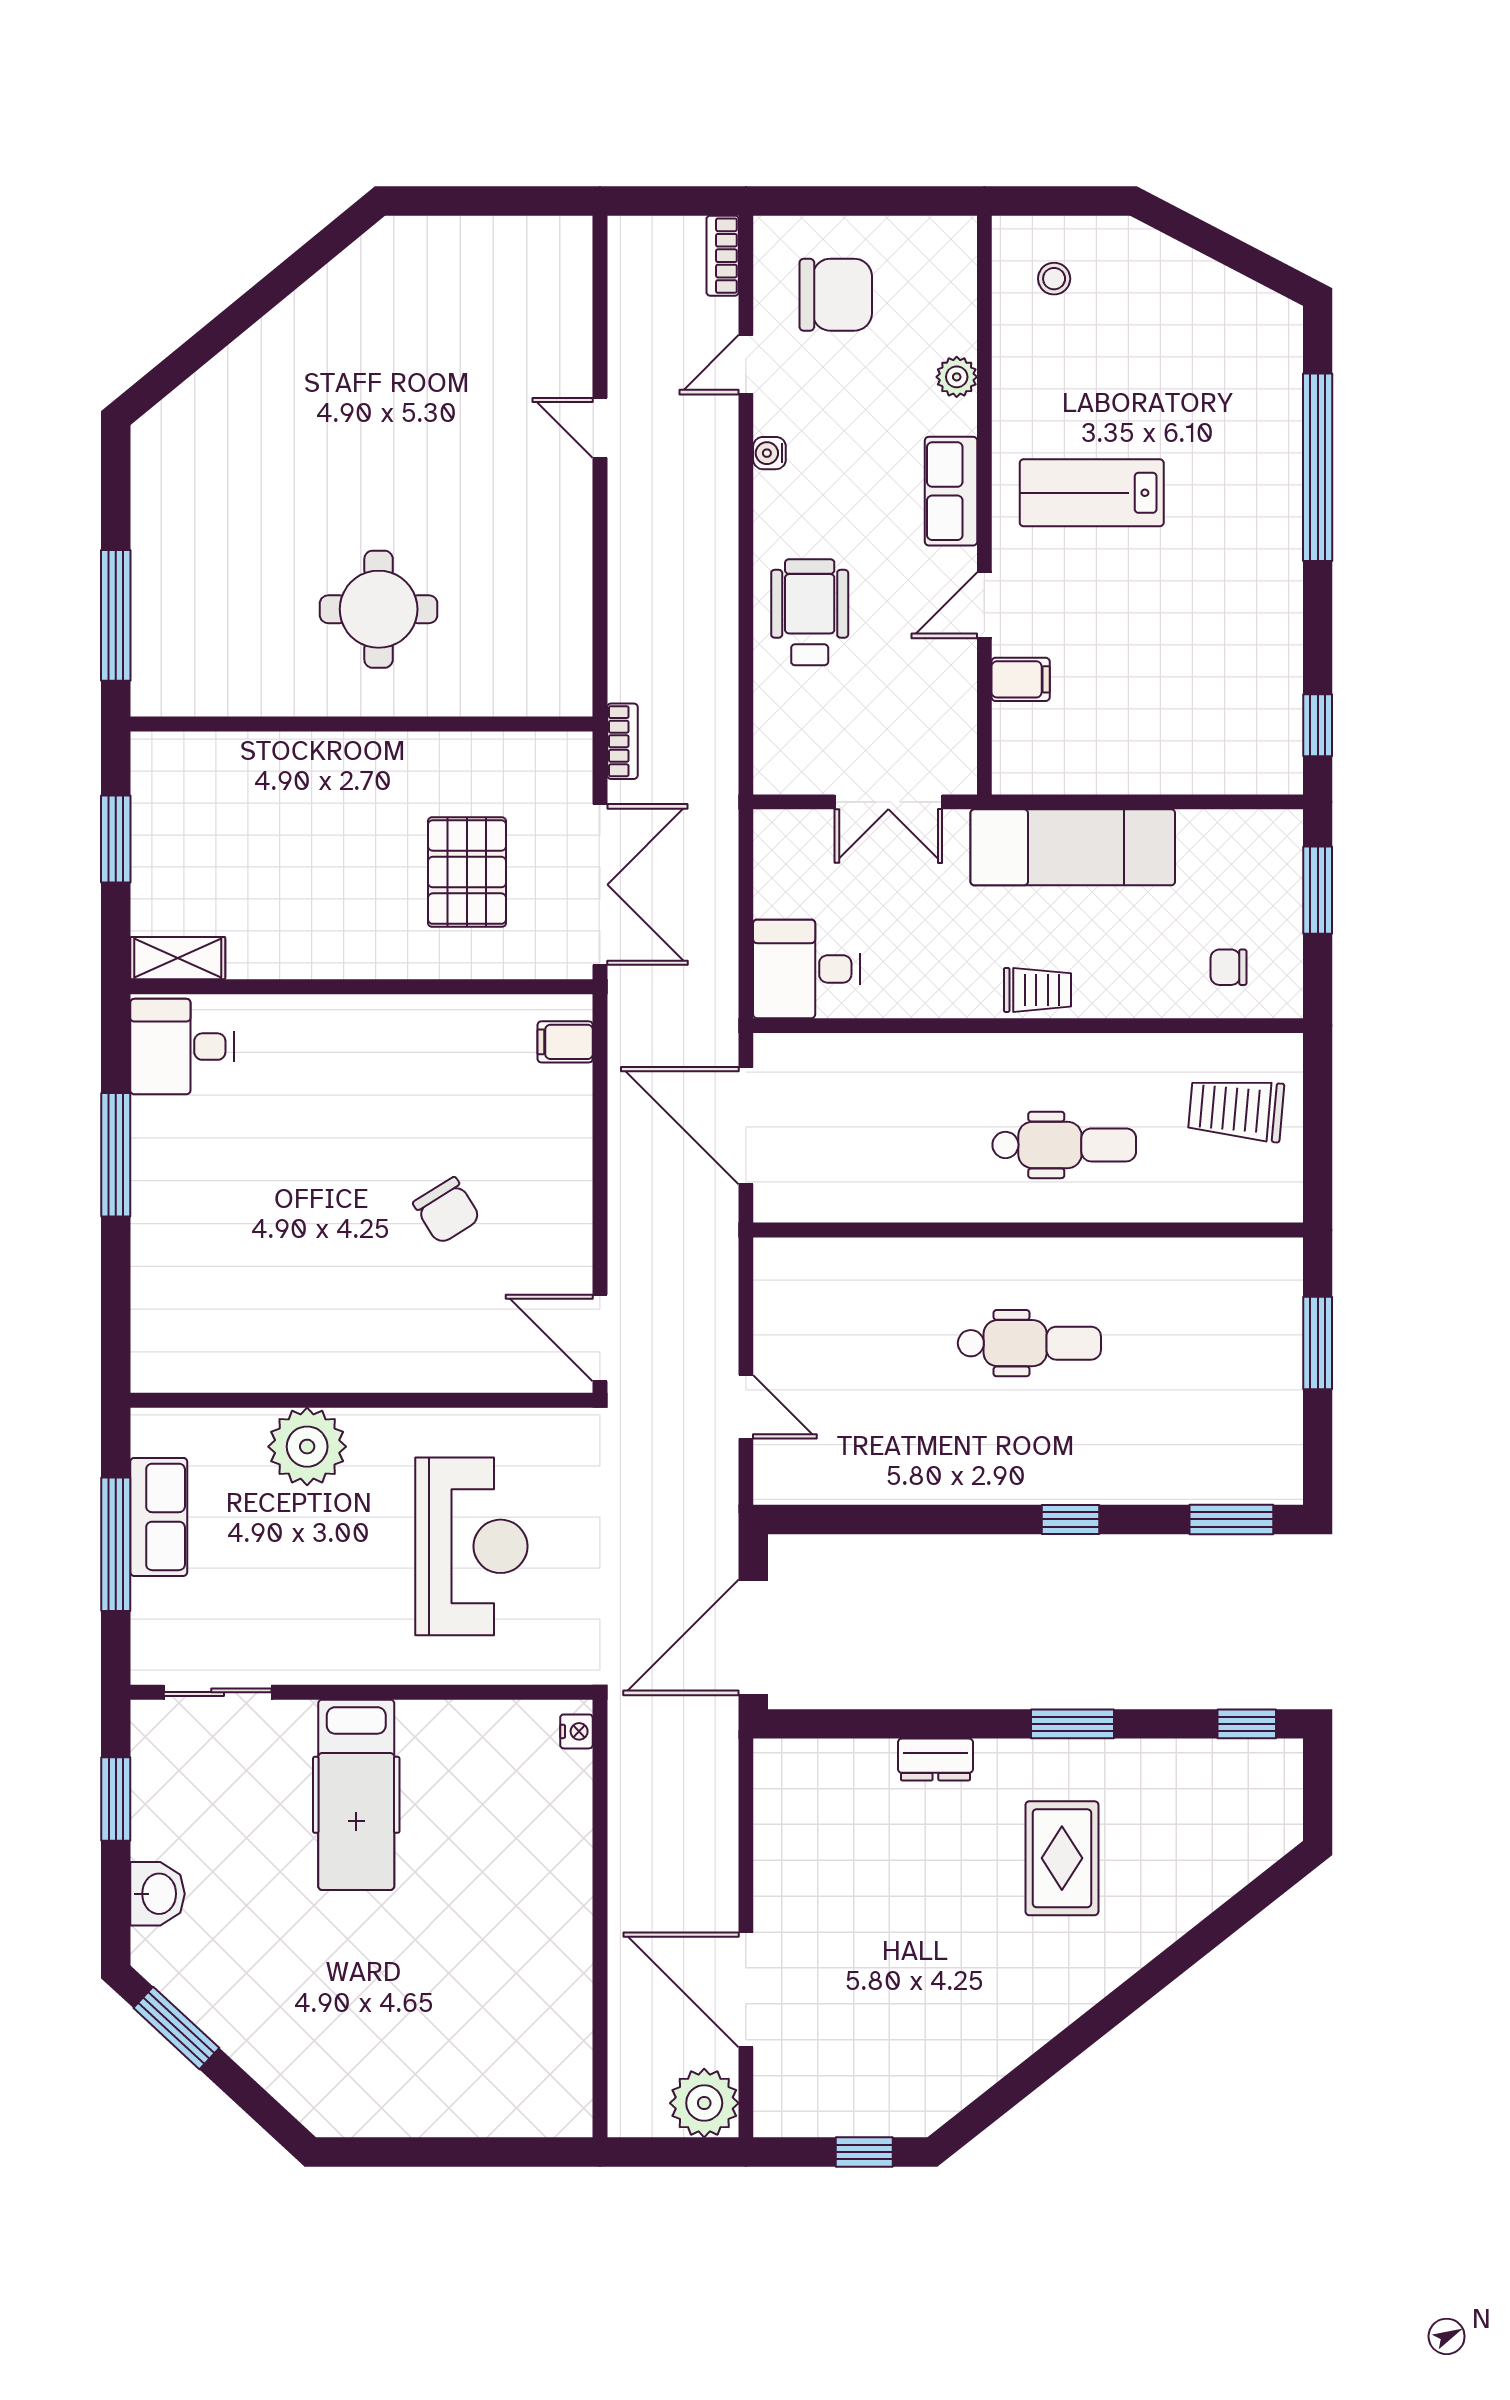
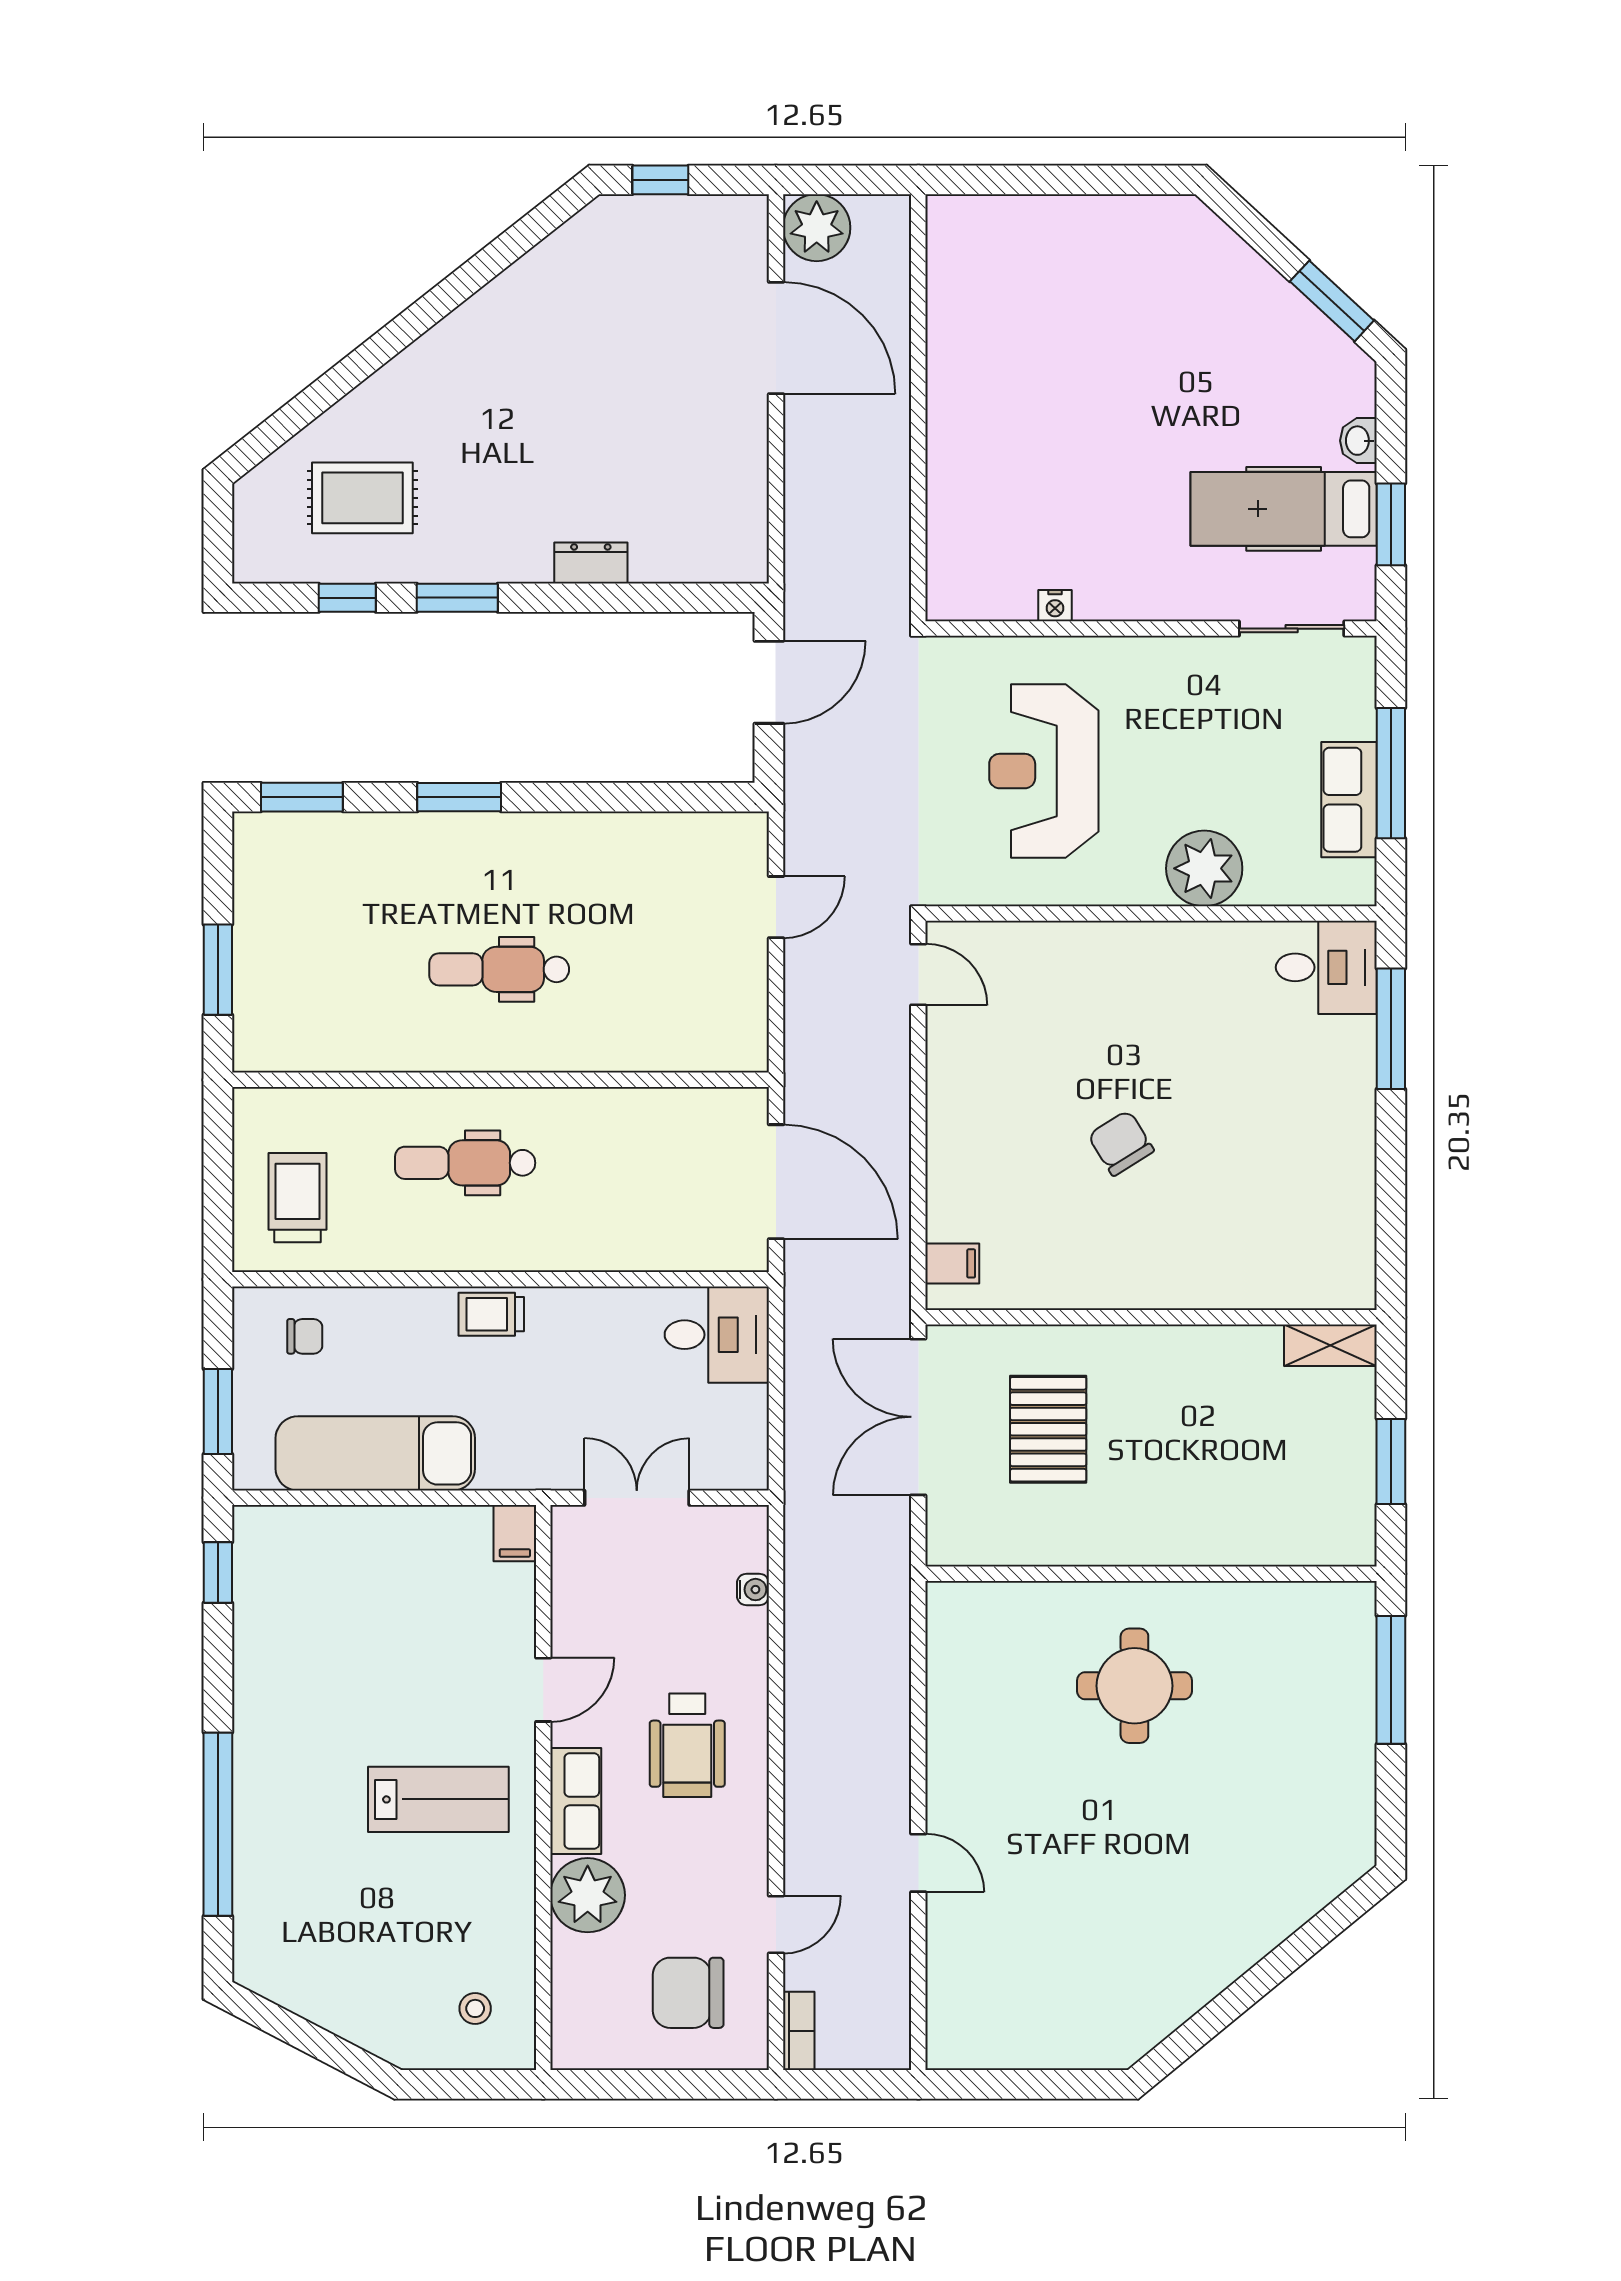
plant: (957, 377) -> (588, 1895), width x1.87, depth x1.87
water cooler: (769, 453) -> (753, 1590), moved
wheelchair: (810, 612) -> (687, 1745), moved
filing cabinet: (1021, 679) -> (515, 1533), moved, turned -90
bookcase: (622, 741) -> (896, 1557), removed
exam couch: (1073, 847) -> (375, 1453), moved
desk: (182, 1047) -> (1326, 967), moved
trolley: (1236, 1109) -> (297, 1198), turned -95
window: (116, 1155) -> (1391, 1029), moved
chair: (447, 1211) -> (1121, 1143), moved
door: (600, 1338) -> (918, 974), width x0.73
door: (746, 1407) -> (776, 907), swing flipped
window: (1070, 1519) -> (459, 797), width x1.50
door: (753, 1637) -> (769, 682), width x0.73
window: (1247, 1724) -> (347, 598), moved
nightstand: (576, 1731) -> (1055, 606), moved, turned -90
hospital bed: (356, 1795) -> (1284, 509), moved, turned -90
rug: (1062, 1858) -> (362, 498), moved, turned 90
washbasin: (157, 1894) -> (1358, 441), width x0.72, depth x0.69

